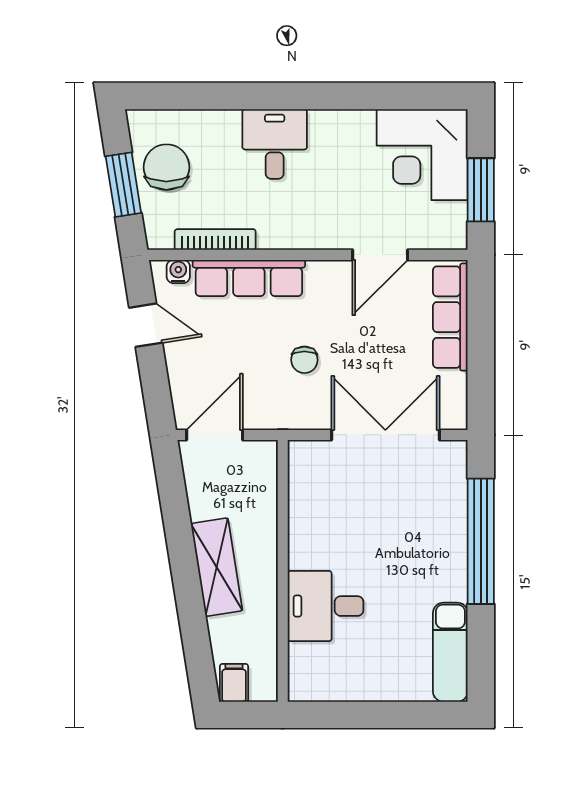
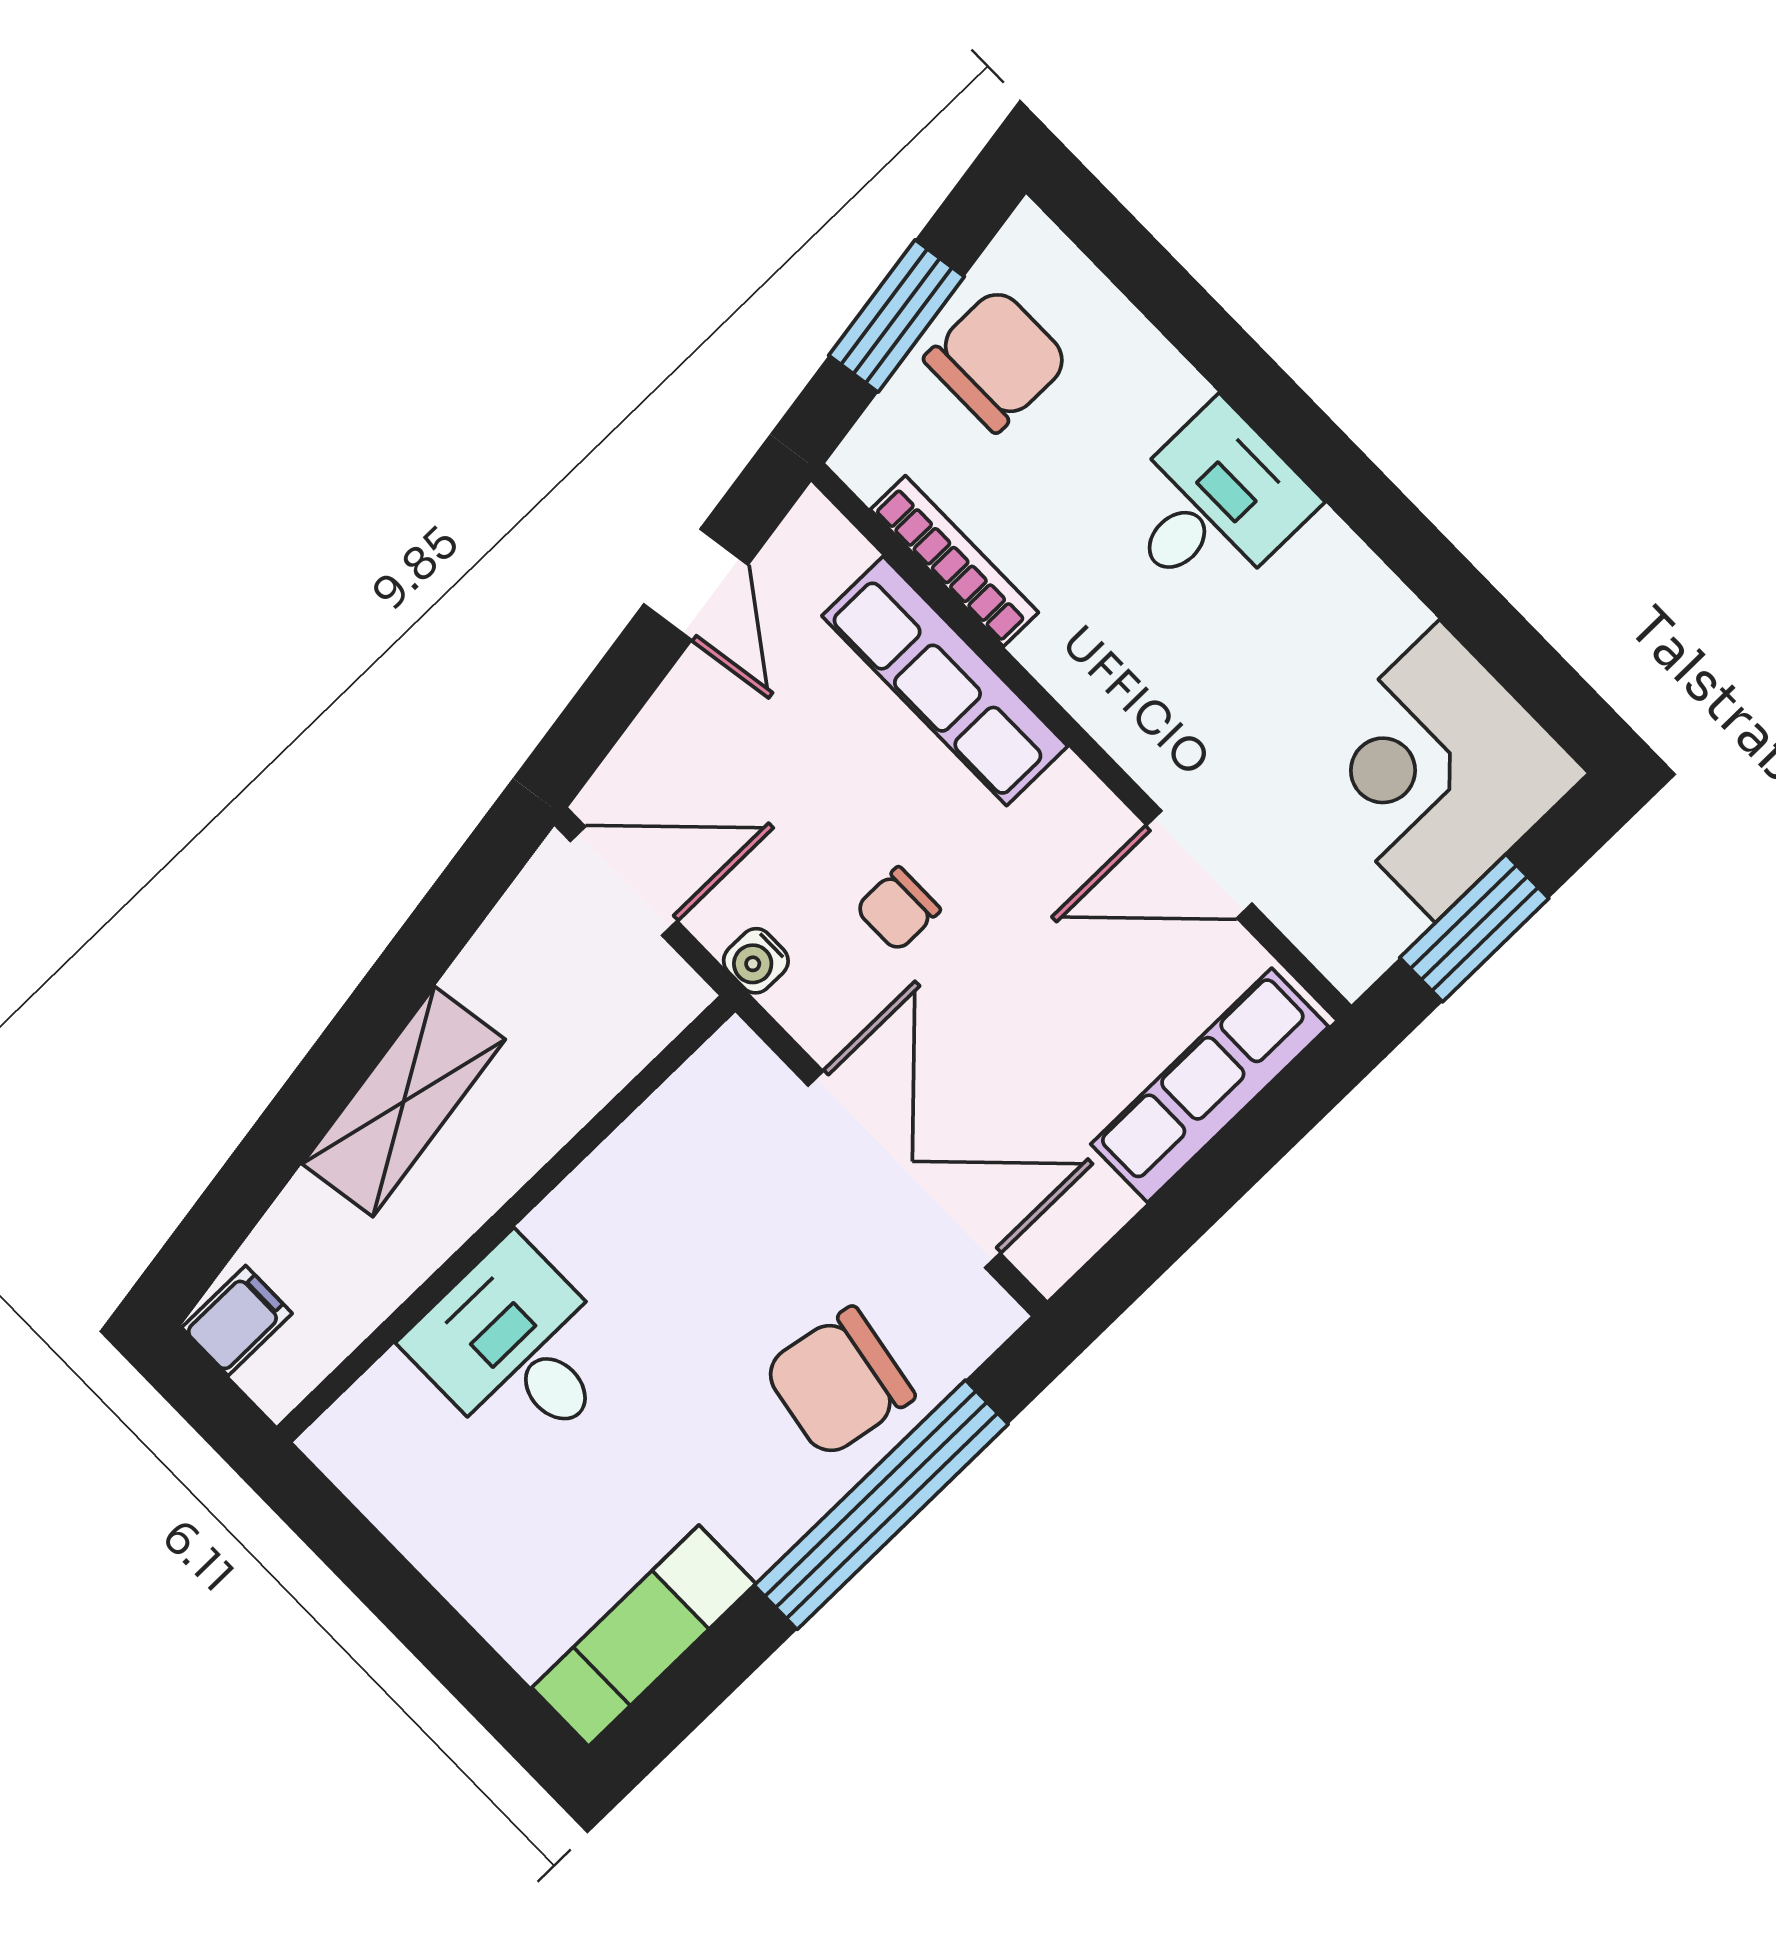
water cooler: (178, 271) -> (756, 961), moved, turned 180
chair: (431, 518) -> (839, 1382), added

